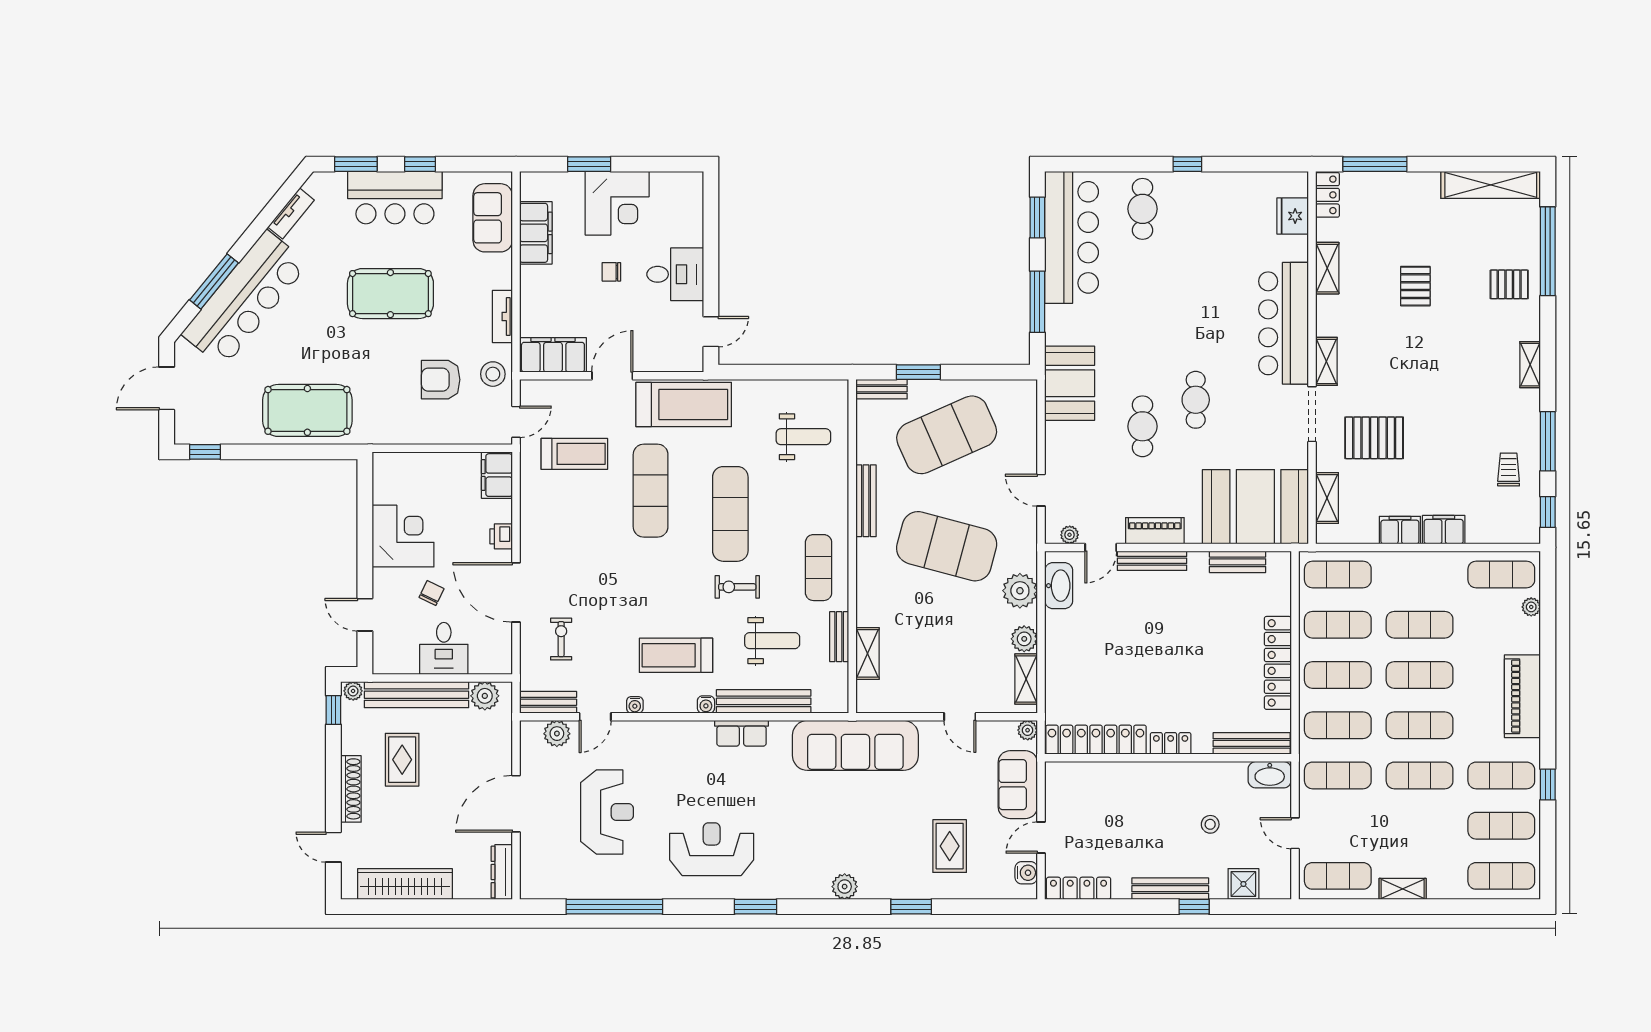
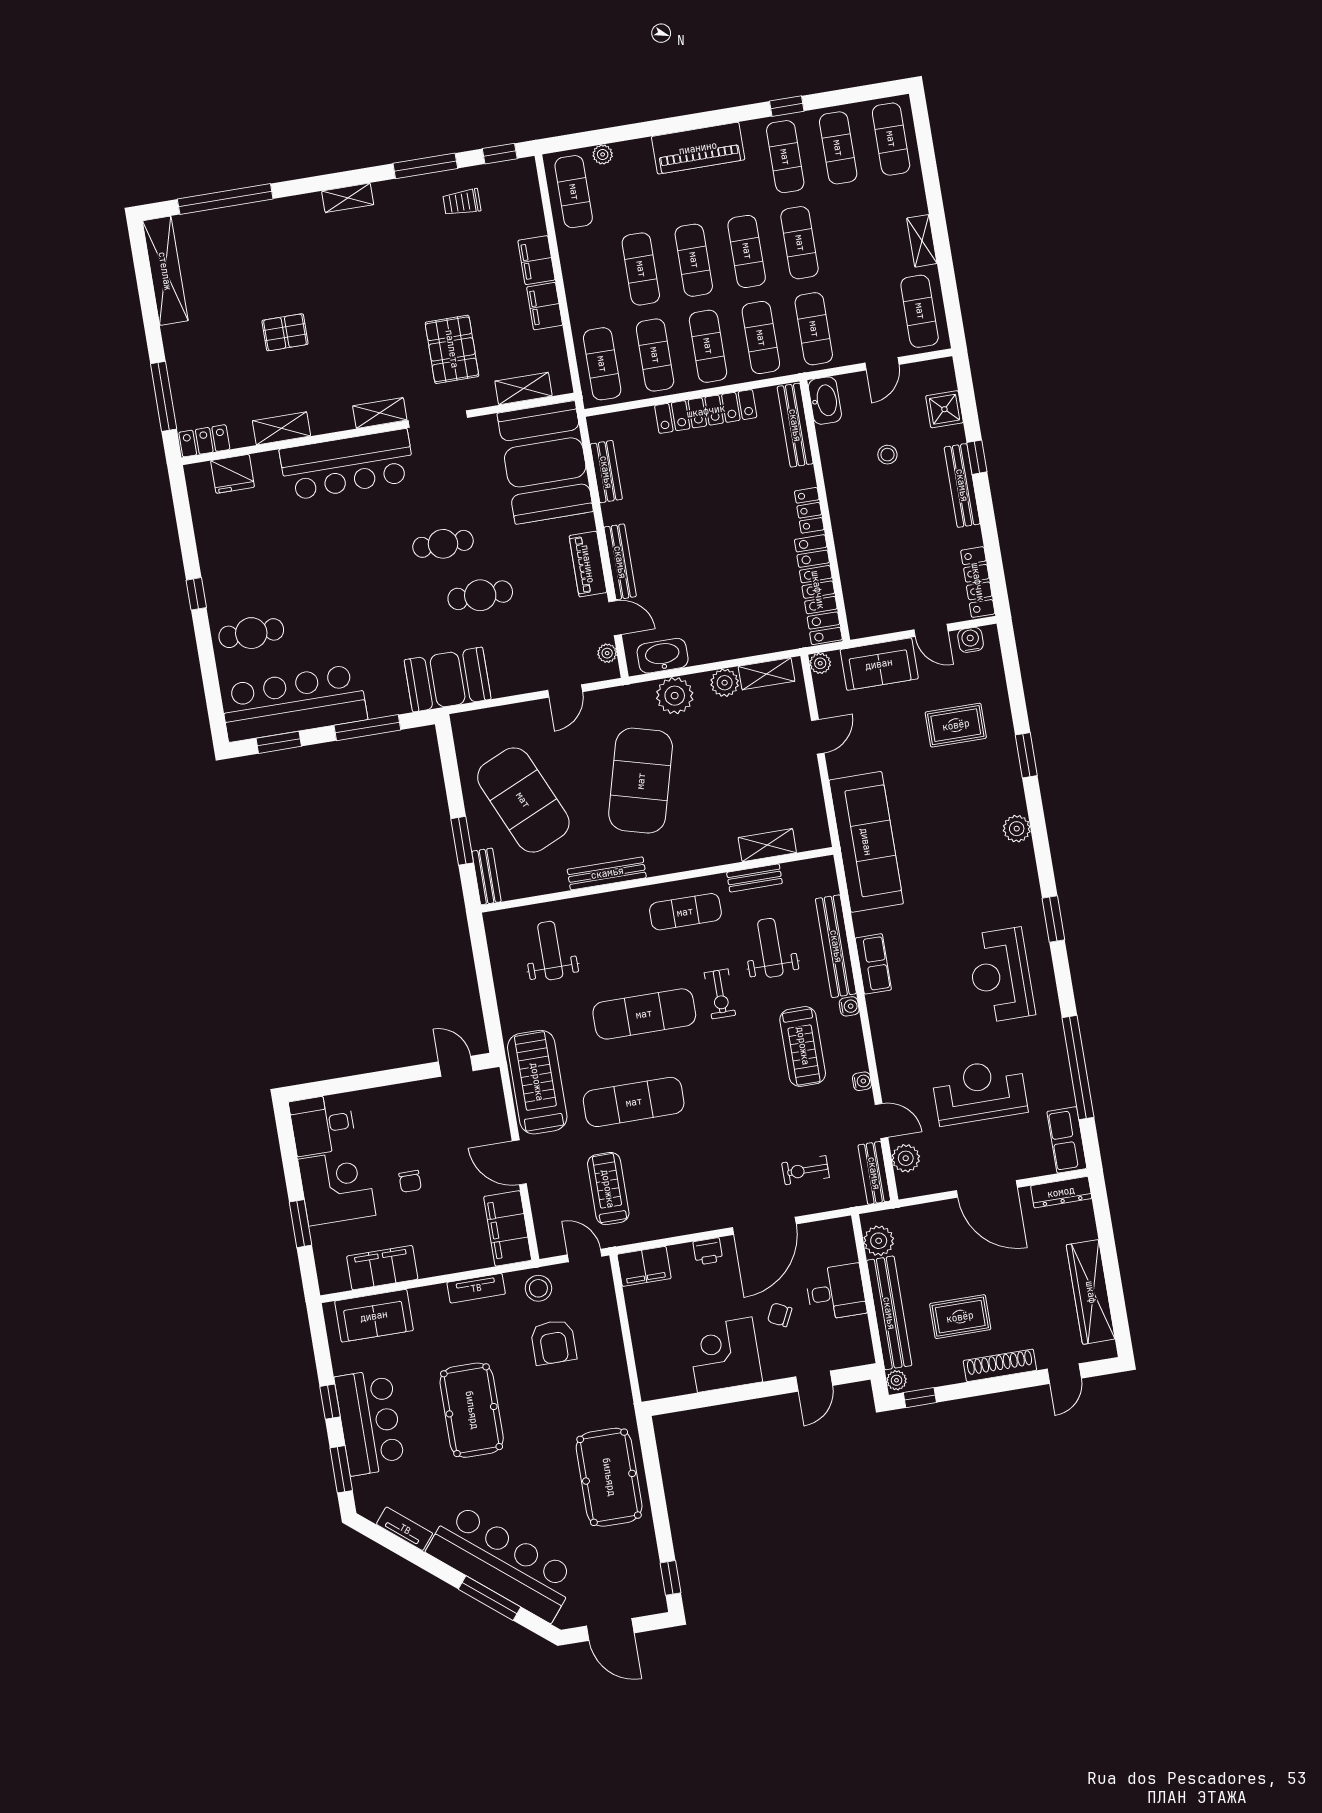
desk: (675, 274) -> (323, 1125), moved, turned -90
pallet: (1509, 284) -> (267, 234), removed
row of seats: (549, 885) -> (1067, 1140), added

